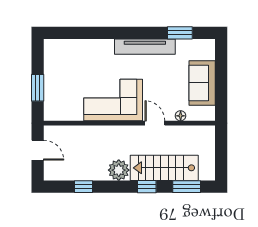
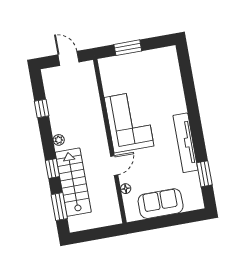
door: (38, 150) -> (68, 58), swing flipped
plant: (119, 170) -> (59, 140), width x0.53, depth x0.53

